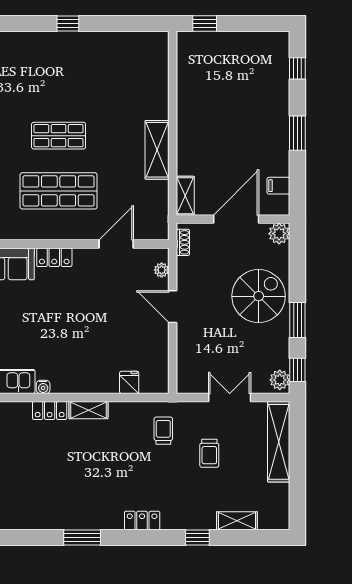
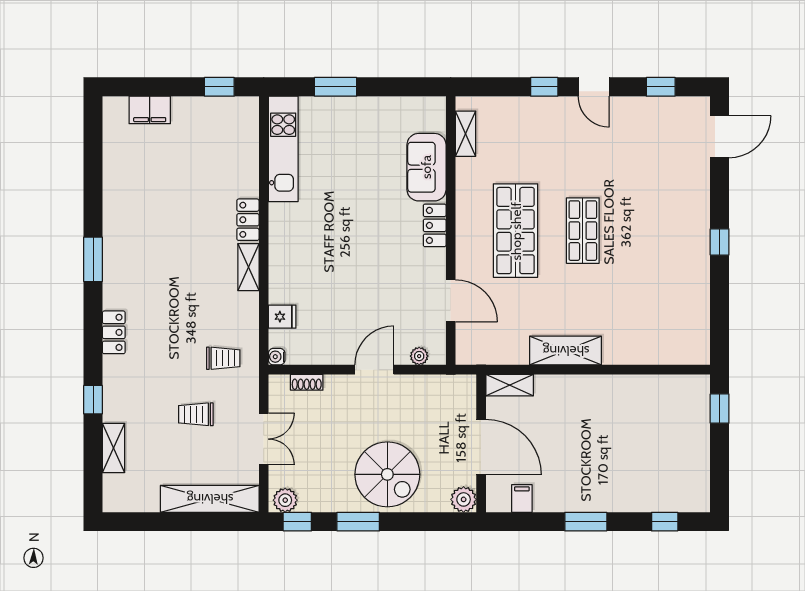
shoe rack: (183, 242) -> (307, 382), moved
water cooler: (43, 387) -> (277, 357), moved

